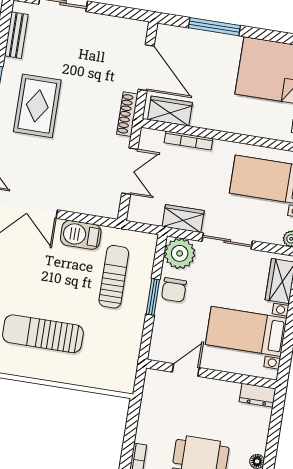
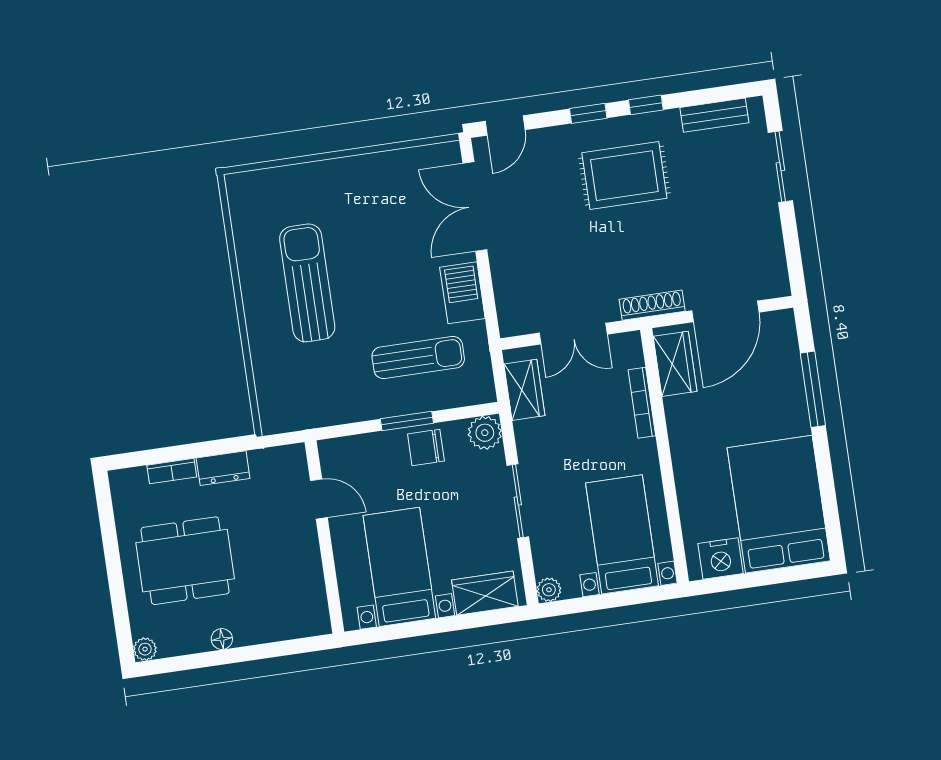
wardrobe: (183, 219) -> (524, 390), moved
plant: (180, 253) -> (485, 433), width x0.73, depth x0.73
dresser: (258, 395) -> (223, 468), moved, turned -90

